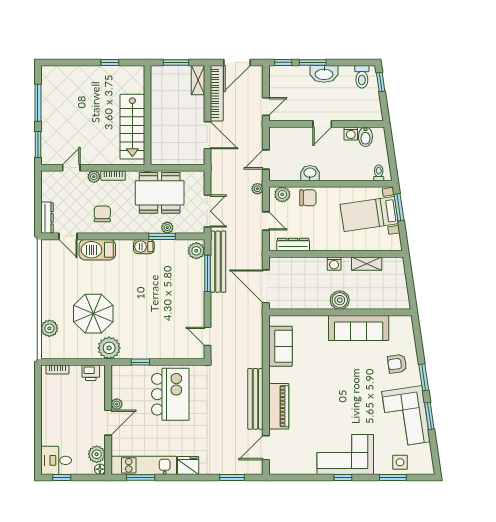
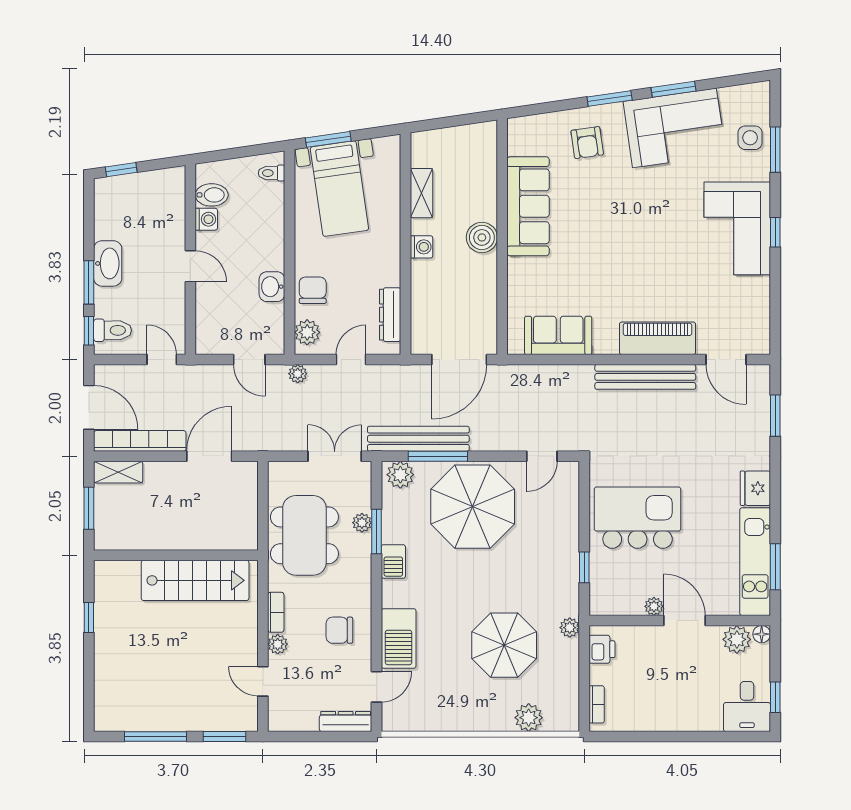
toilet: (362, 77) -> (113, 330), moved
parasol: (177, 294) -> (473, 507), added
plant: (109, 348) -> (570, 628), width x0.53, depth x0.53

